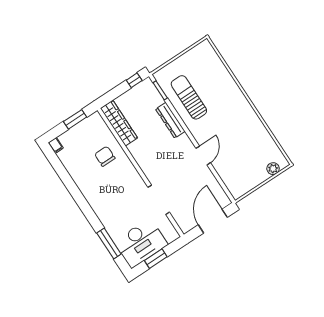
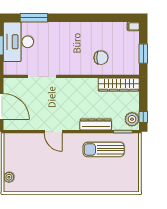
plant: (143, 89) -> (132, 119), added
sun lounger: (189, 97) -> (104, 149), turned 180

